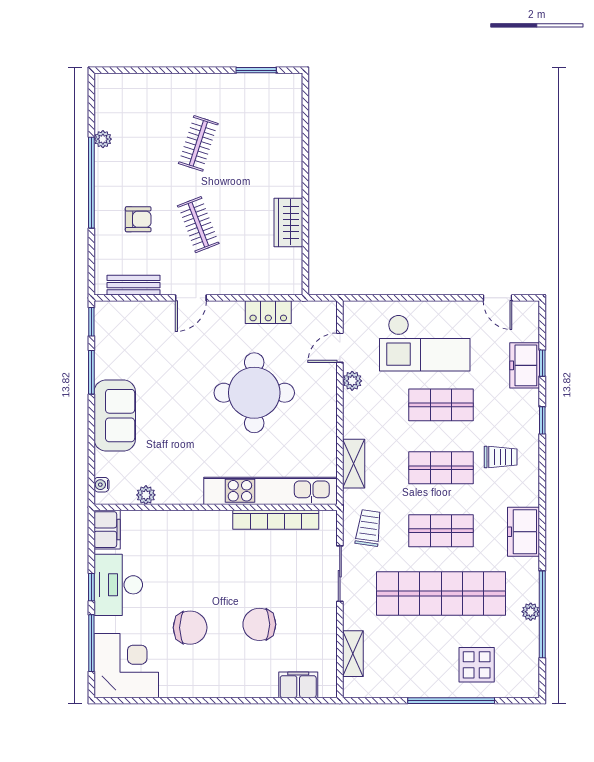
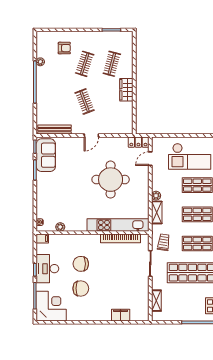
clothes rail: (257, 143) -> (112, 64), added
armchair: (138, 219) -> (64, 48), moved
wardrobe: (288, 222) -> (126, 90), moved
bench: (134, 285) -> (55, 130), width x1.36
door: (191, 298) -> (91, 136), moved
locker: (268, 312) -> (138, 142), moved
plant: (352, 381) -> (156, 196), moved
sofa: (115, 416) -> (46, 155), moved
filing cabinet: (107, 530) -> (42, 238), width x0.50
chair: (259, 624) -> (81, 264), moved
filing cabinet: (298, 685) -> (121, 315), moved

